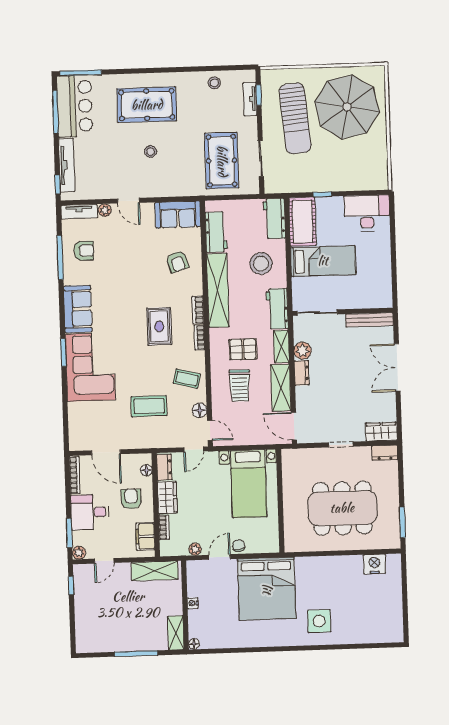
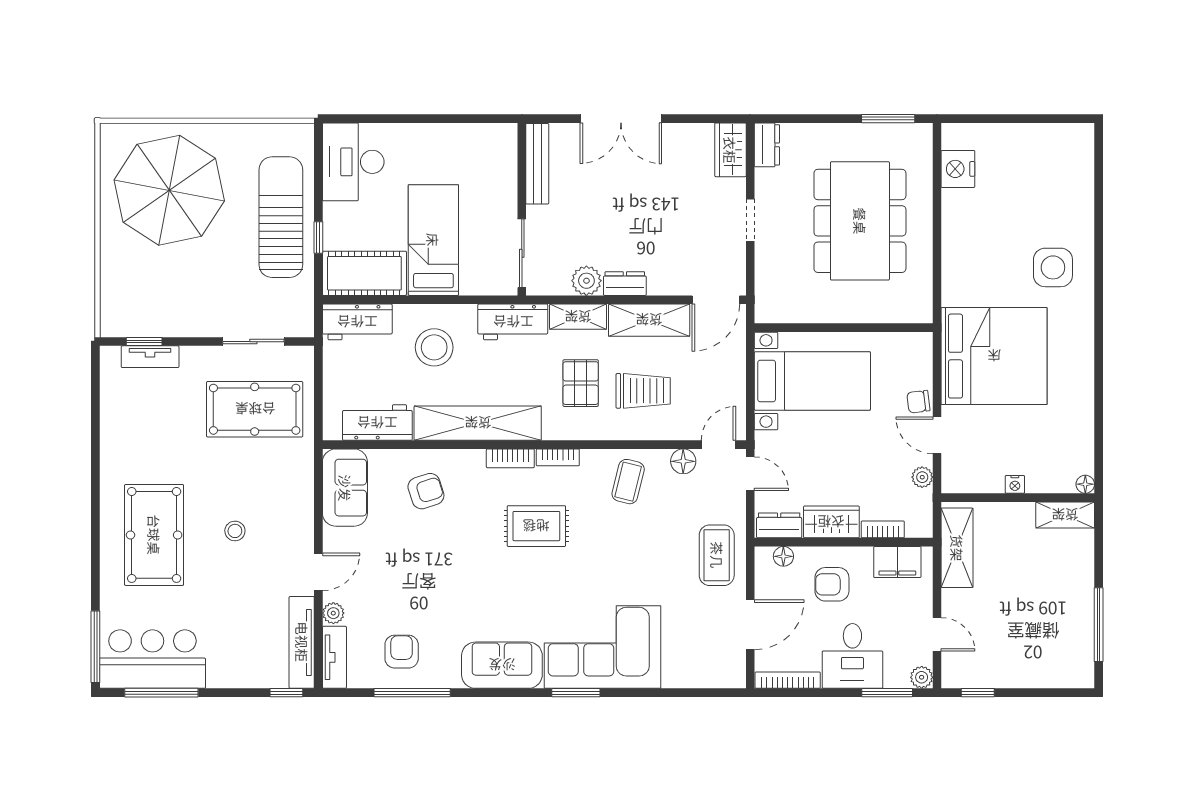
stool: (214, 83) -> (120, 417), removed
sun lounger: (295, 119) -> (281, 217), moved, turned -85
tv unit: (67, 165) -> (302, 642), moved, turned -90
coffee table: (149, 406) -> (717, 555), moved
window: (136, 654) -> (1099, 625), moved

